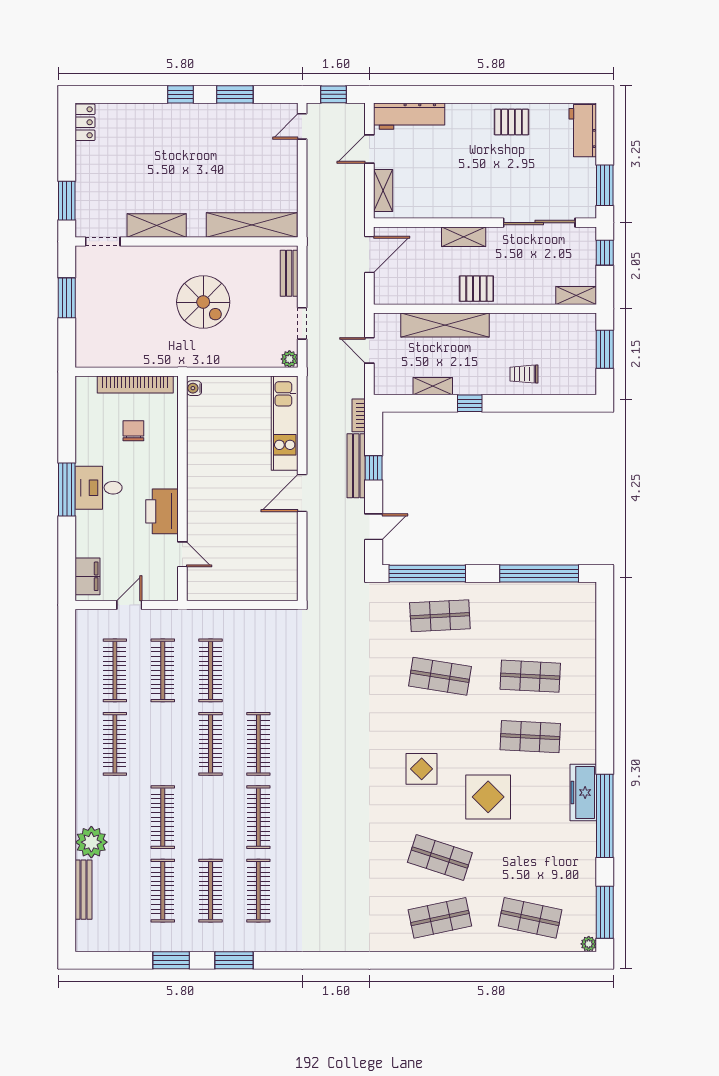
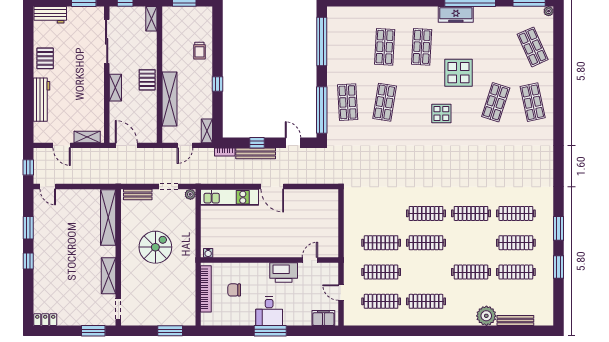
workbench: (409, 116) -> (41, 100), moved
window: (67, 298) -> (170, 331), moved
shelving: (433, 386) -> (207, 131), moved
shop shelf: (530, 918) -> (533, 47), turned -36

